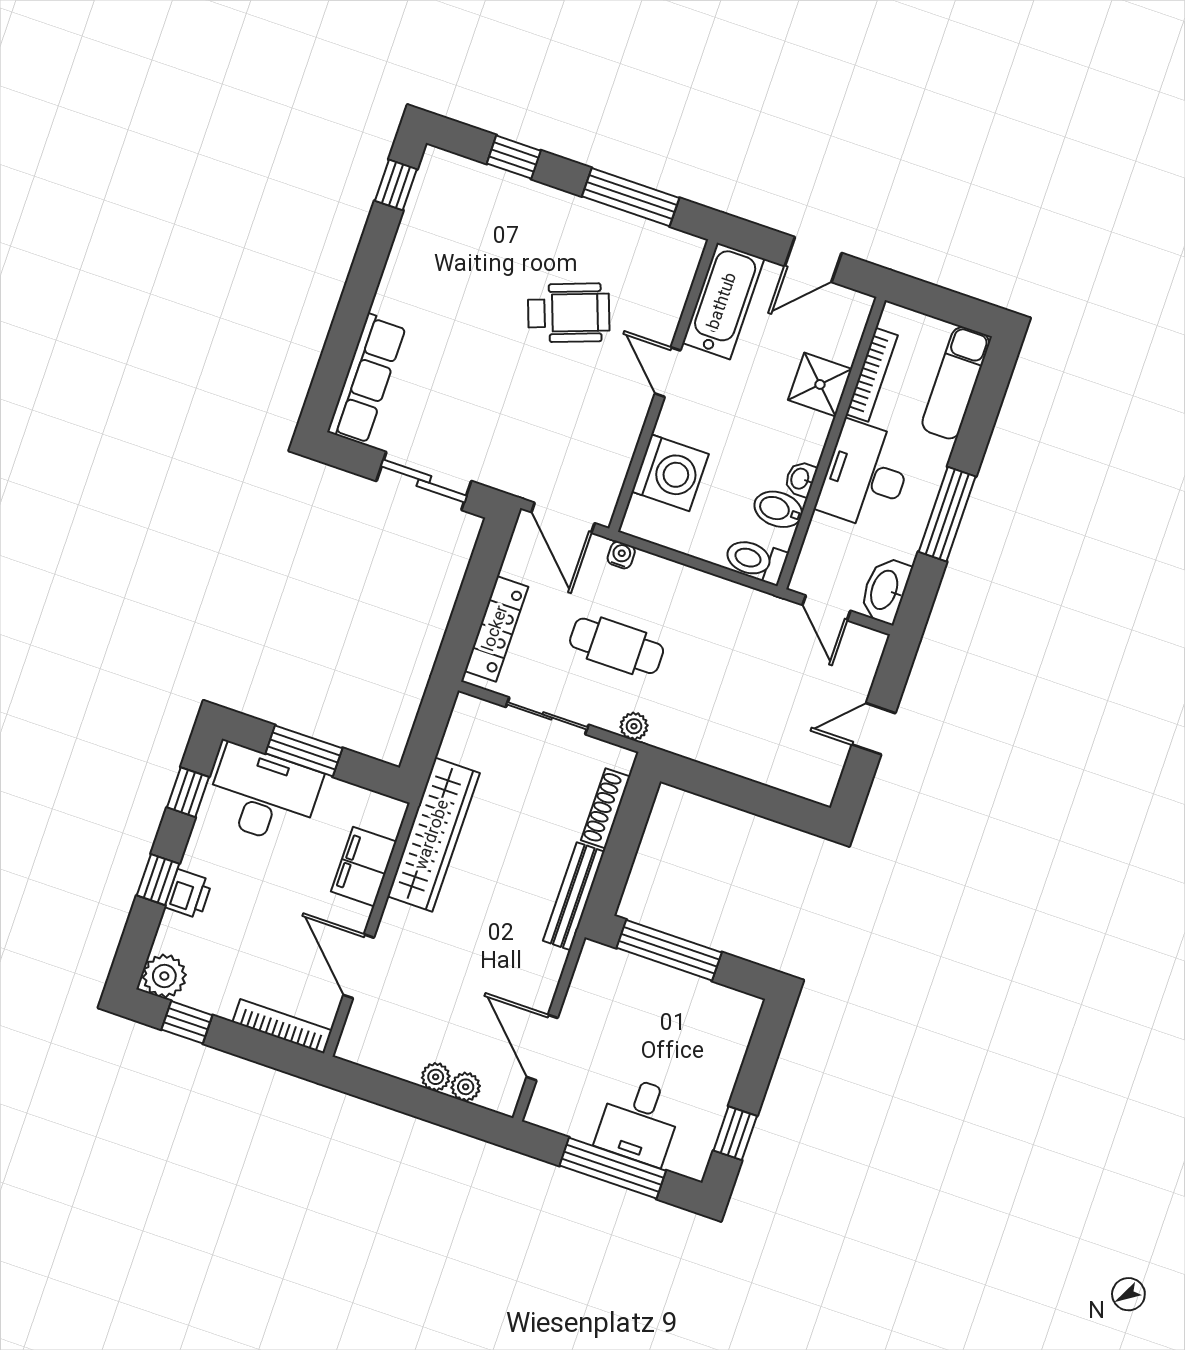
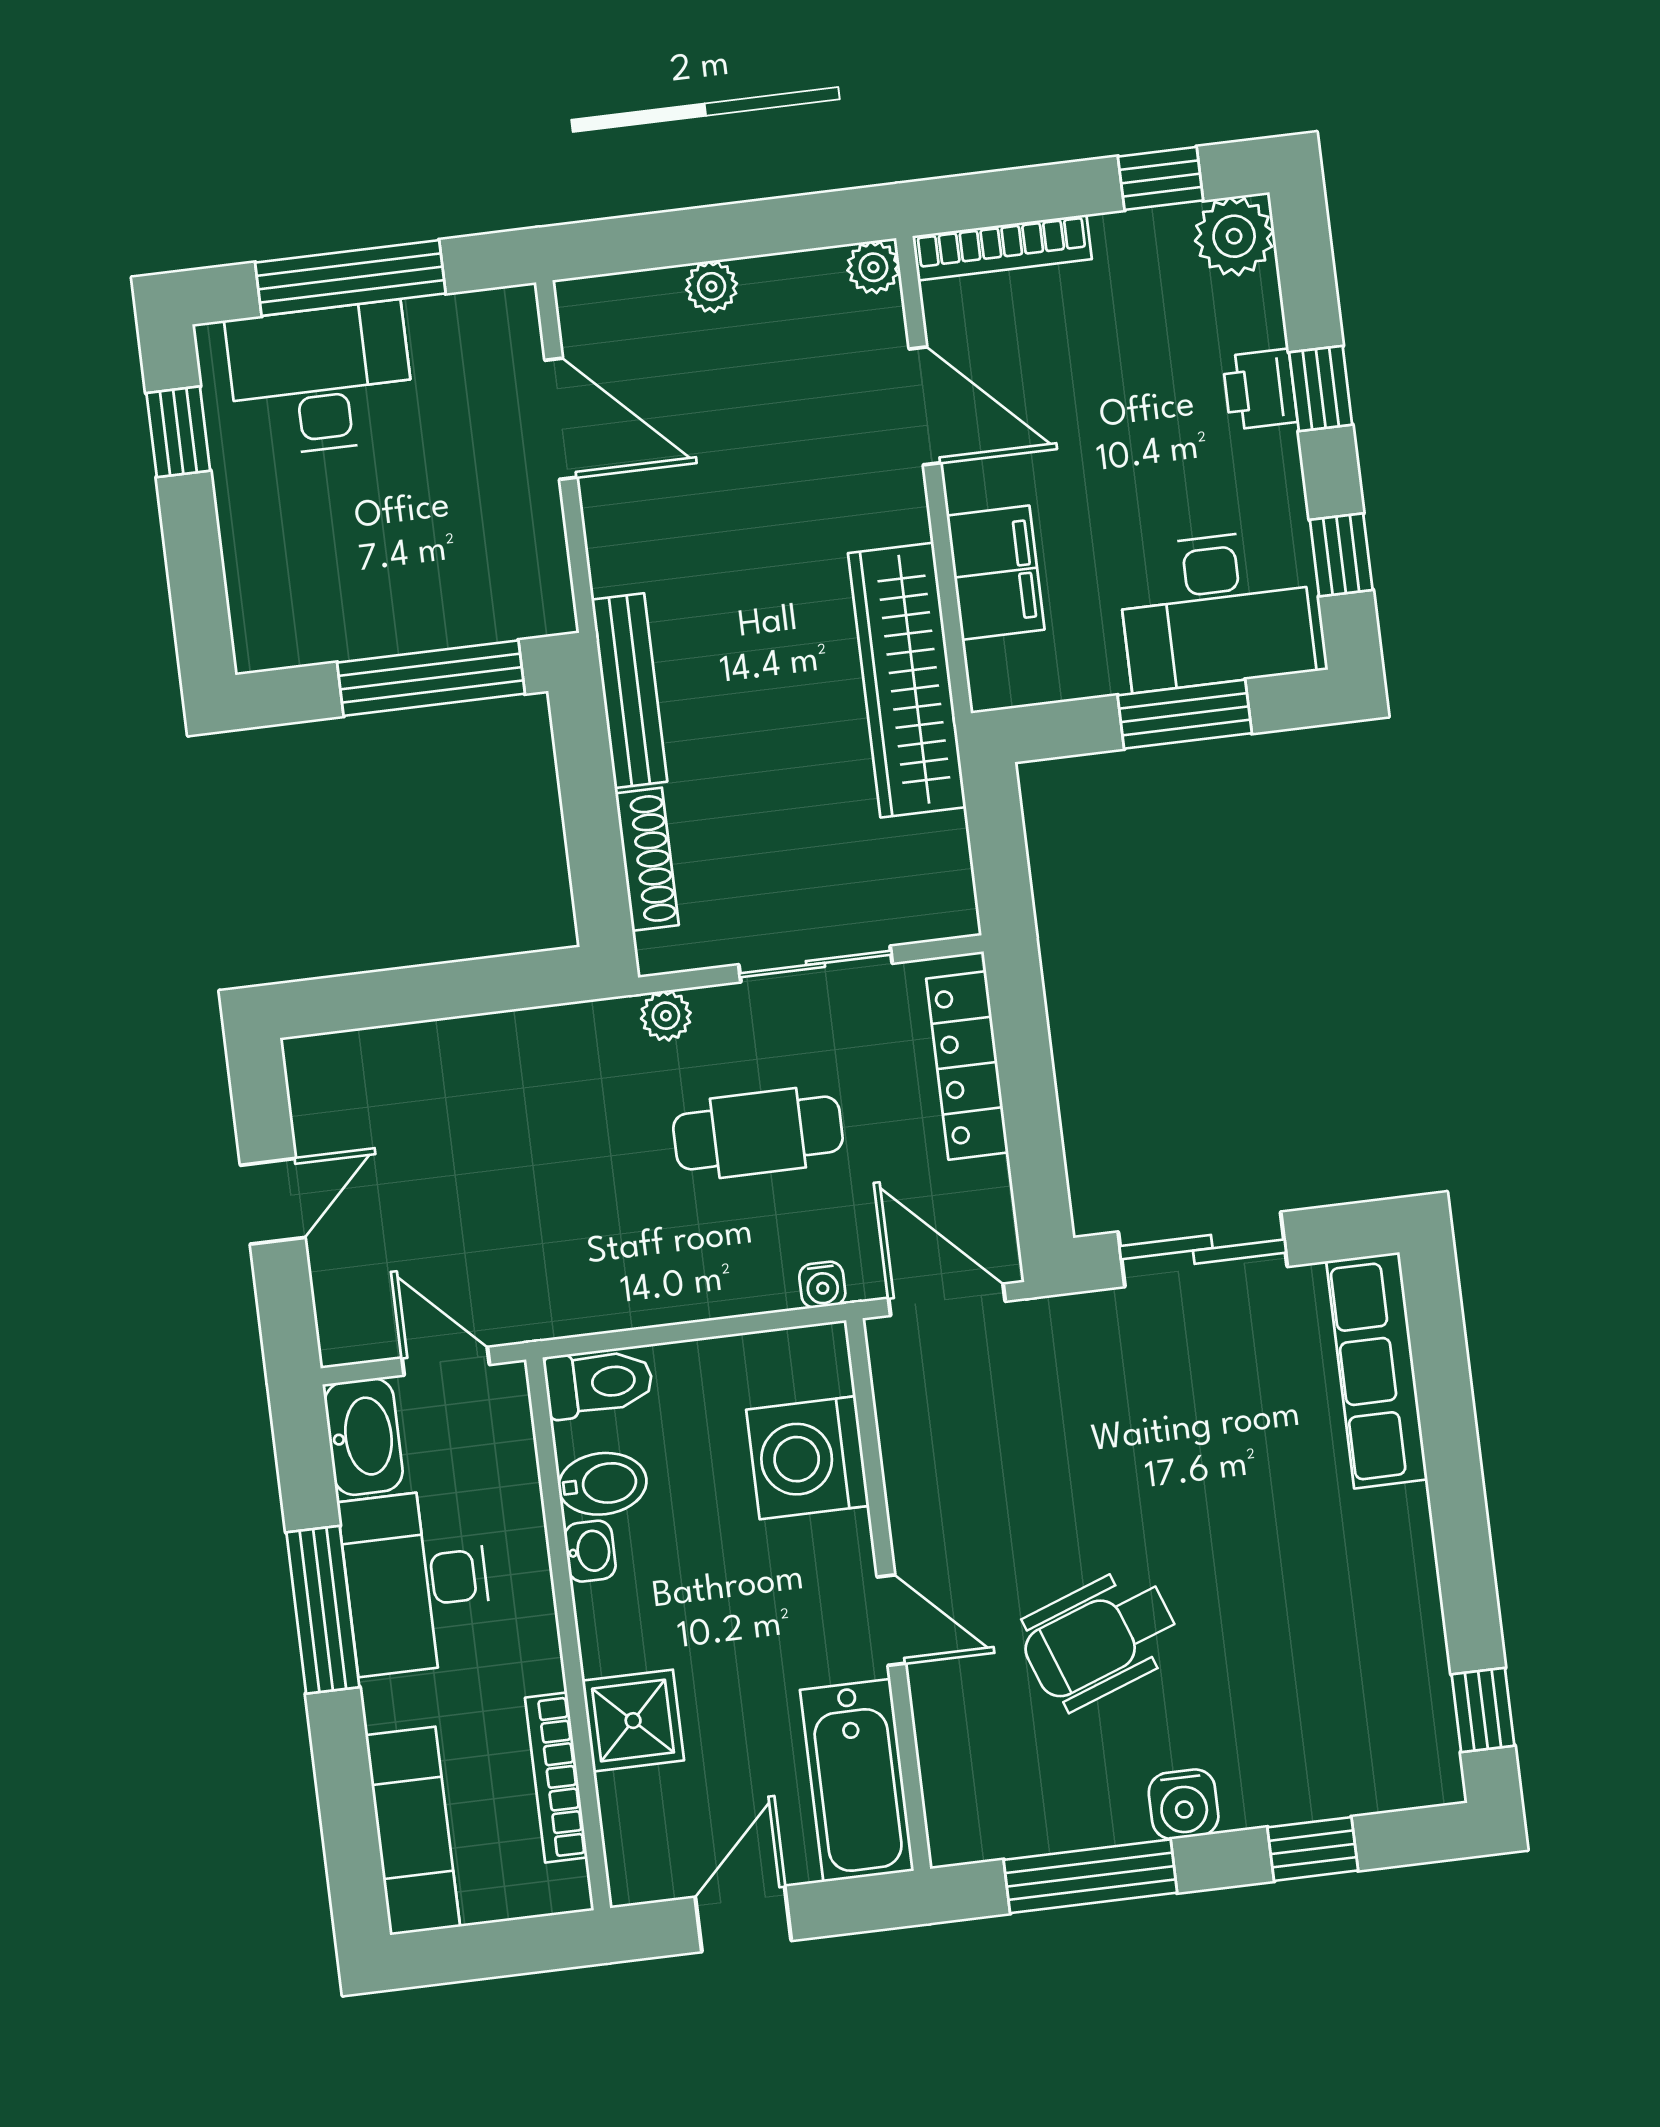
water cooler: (567, 210) -> (1184, 1804), added
desk: (865, 475) -> (416, 1581), moved, turned 180
plant: (466, 1087) -> (873, 267), moved
desk: (639, 1121) -> (321, 379), width x1.37

